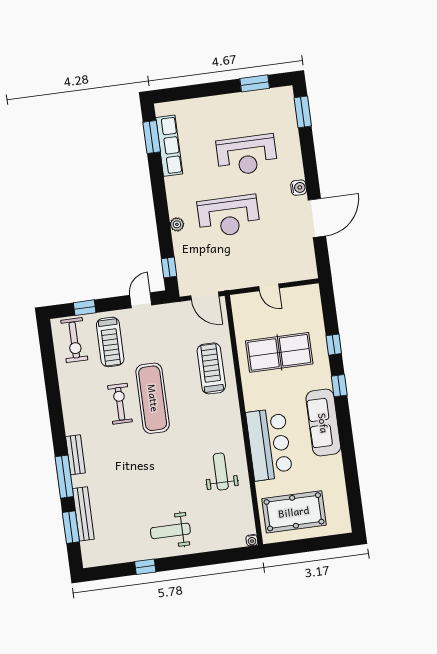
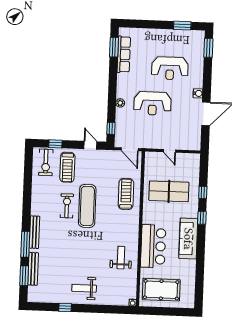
door: (141, 300) -> (90, 145), hinge flipped
bench: (75, 455) -> (34, 232), width x1.36

